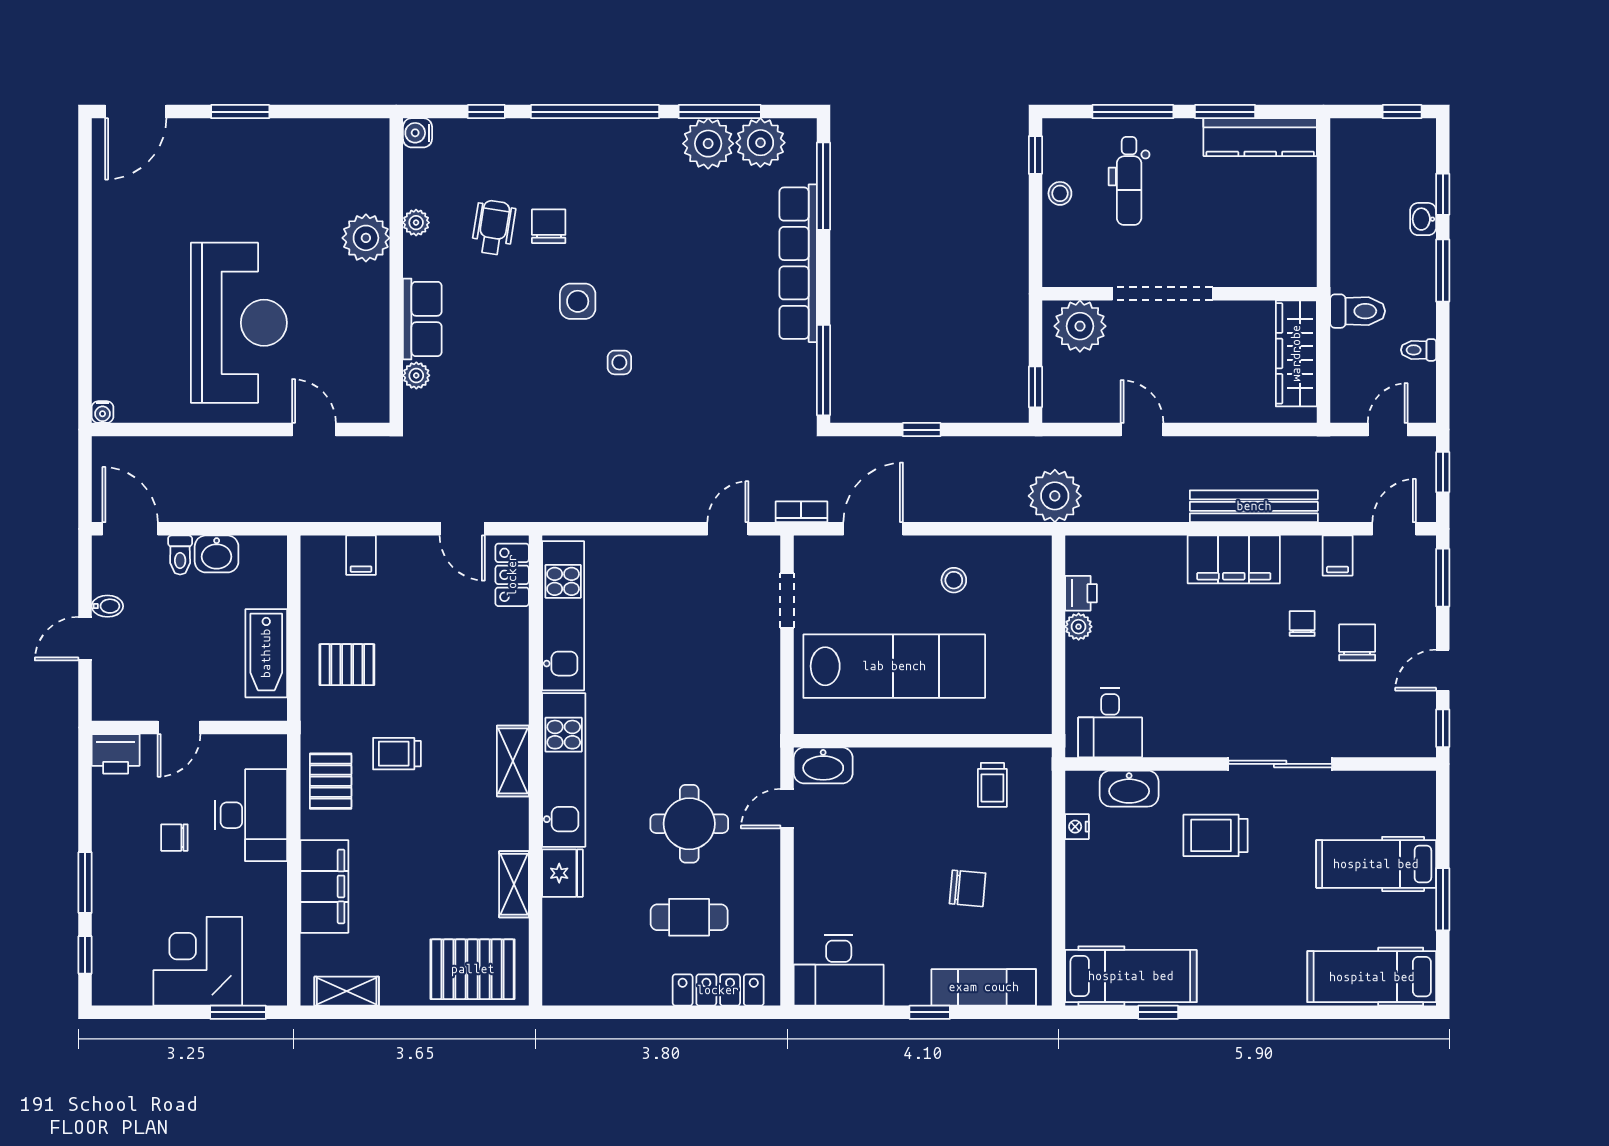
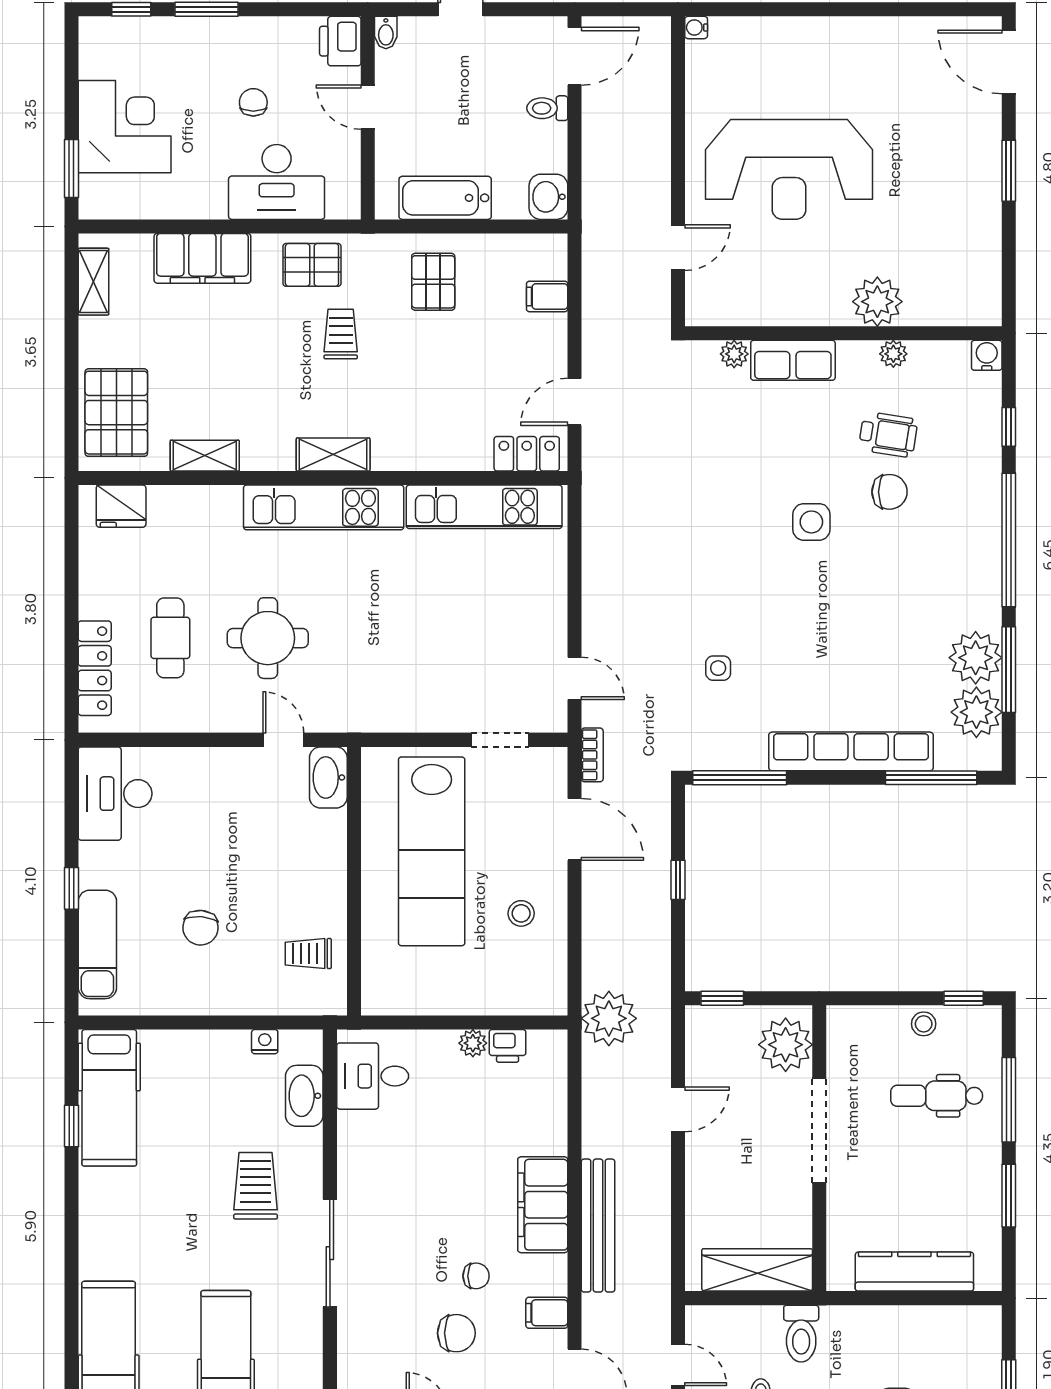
kitchen counter: (1260, 137) -> (914, 1272), moved, turned 90
side table: (619, 362) -> (718, 668), moved
washbasin: (217, 554) -> (548, 197), moved
bidet: (107, 606) -> (386, 33), moved
fridge: (562, 873) -> (121, 506), moved

